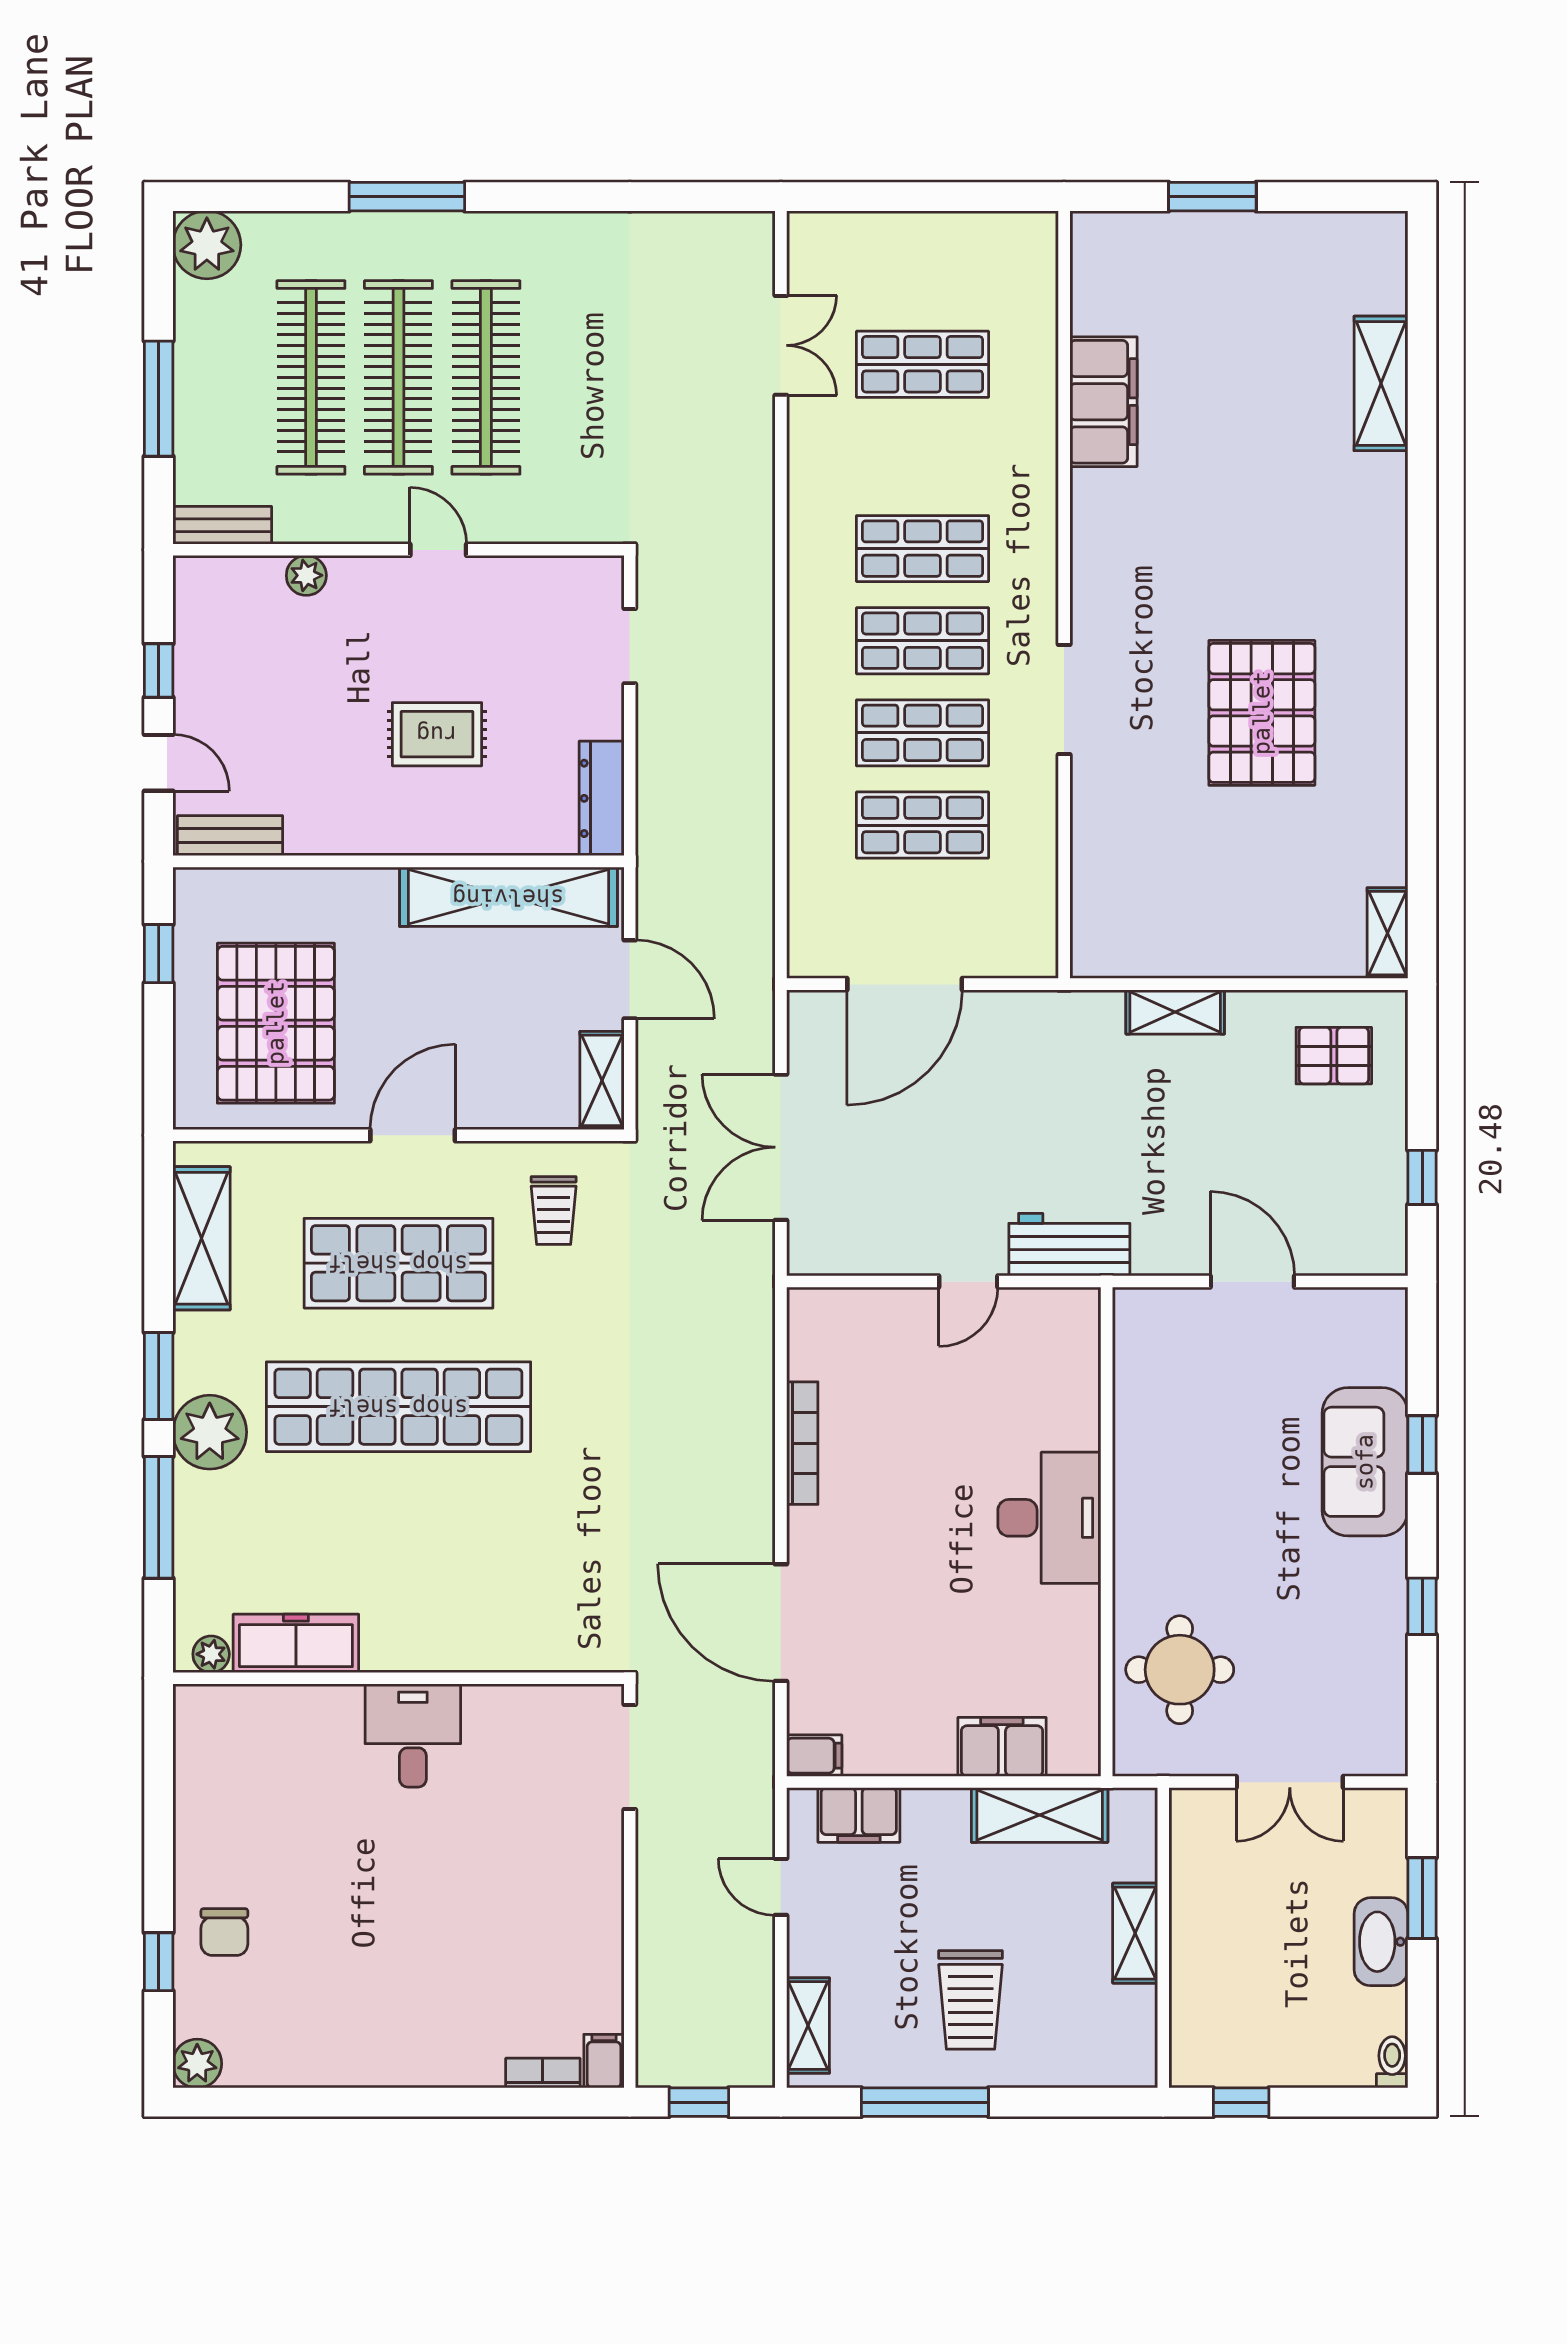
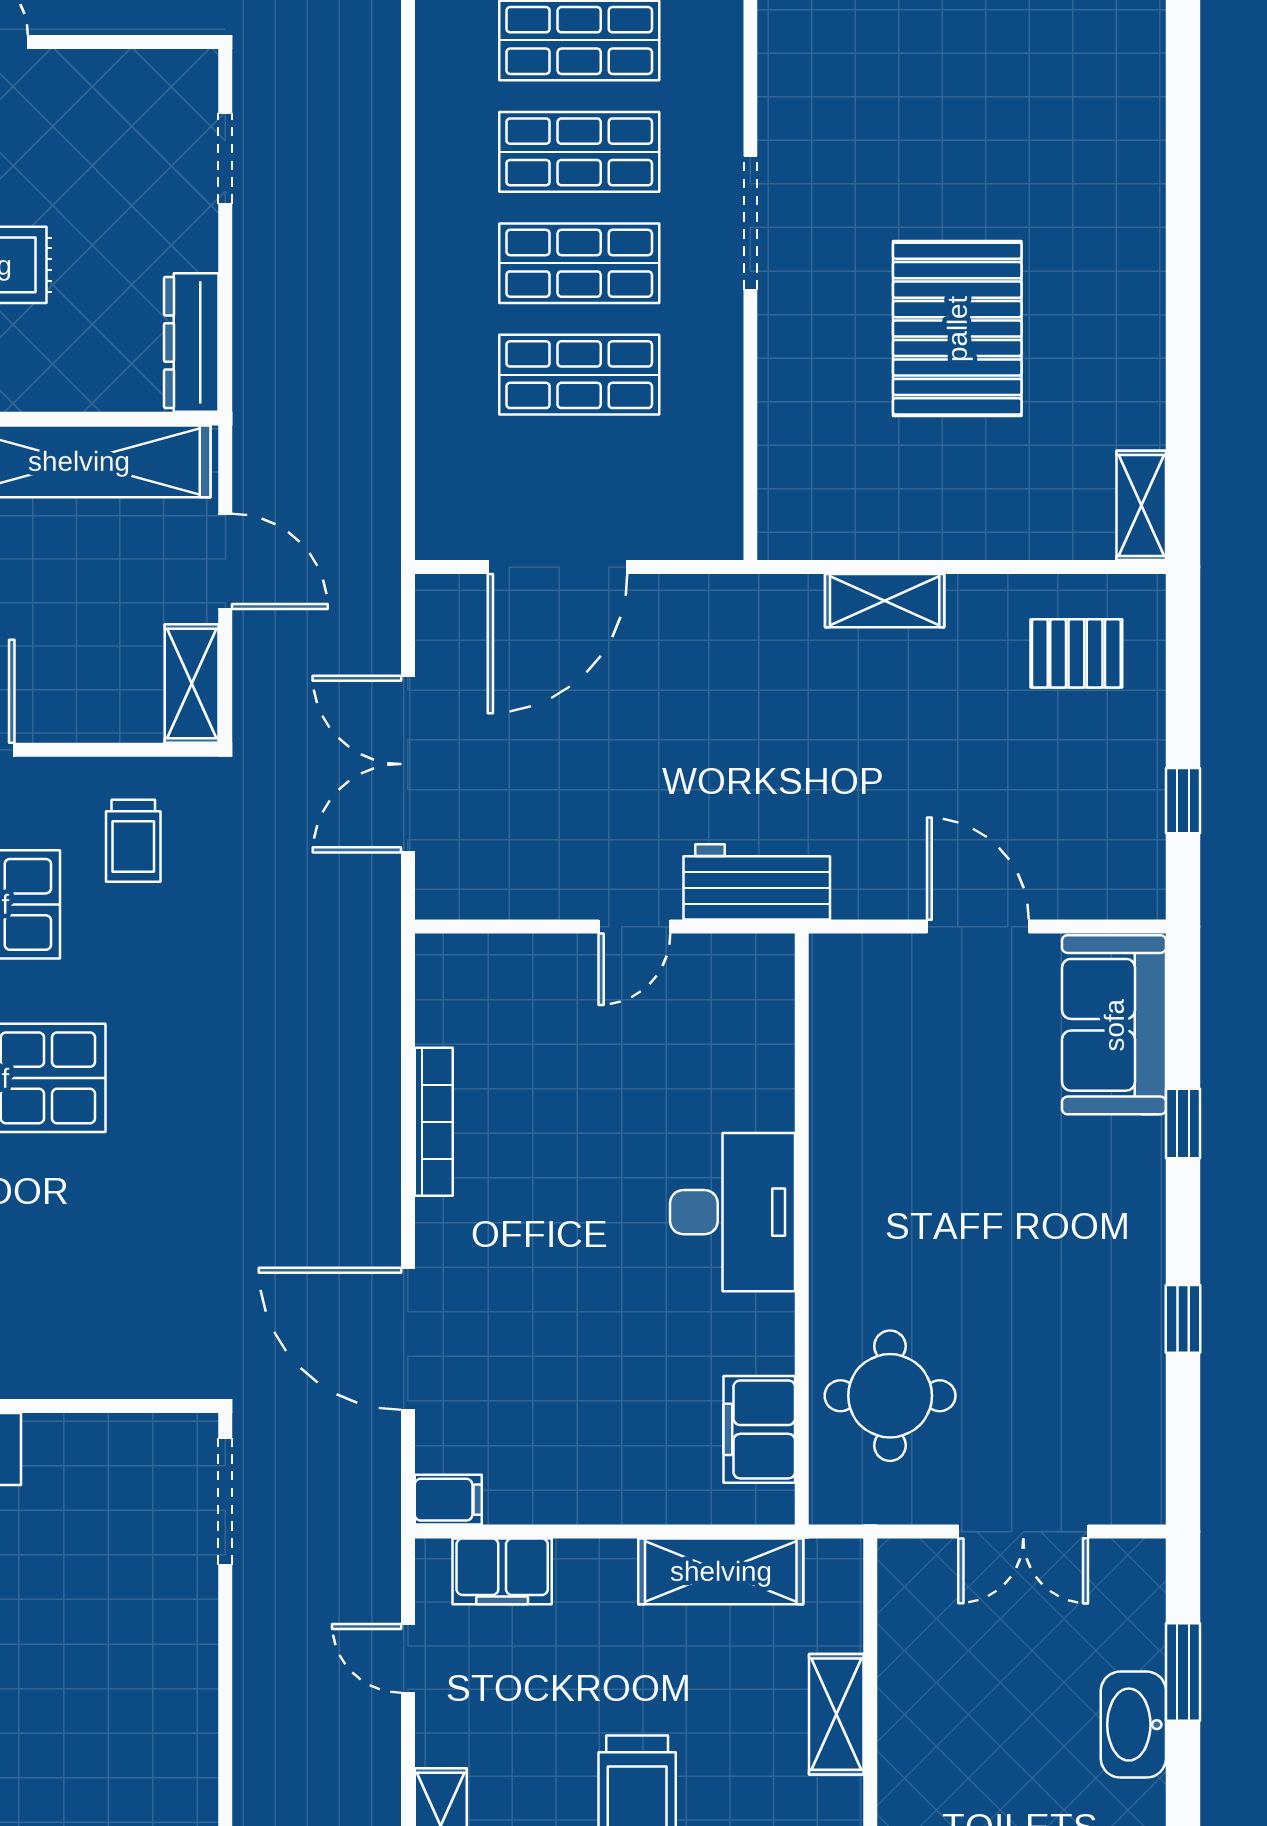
pallet: (1262, 713) -> (957, 329), moved
sofa: (1365, 1462) -> (1114, 1025), moved
filing cabinet: (1002, 1747) -> (759, 1429), moved, turned -90

